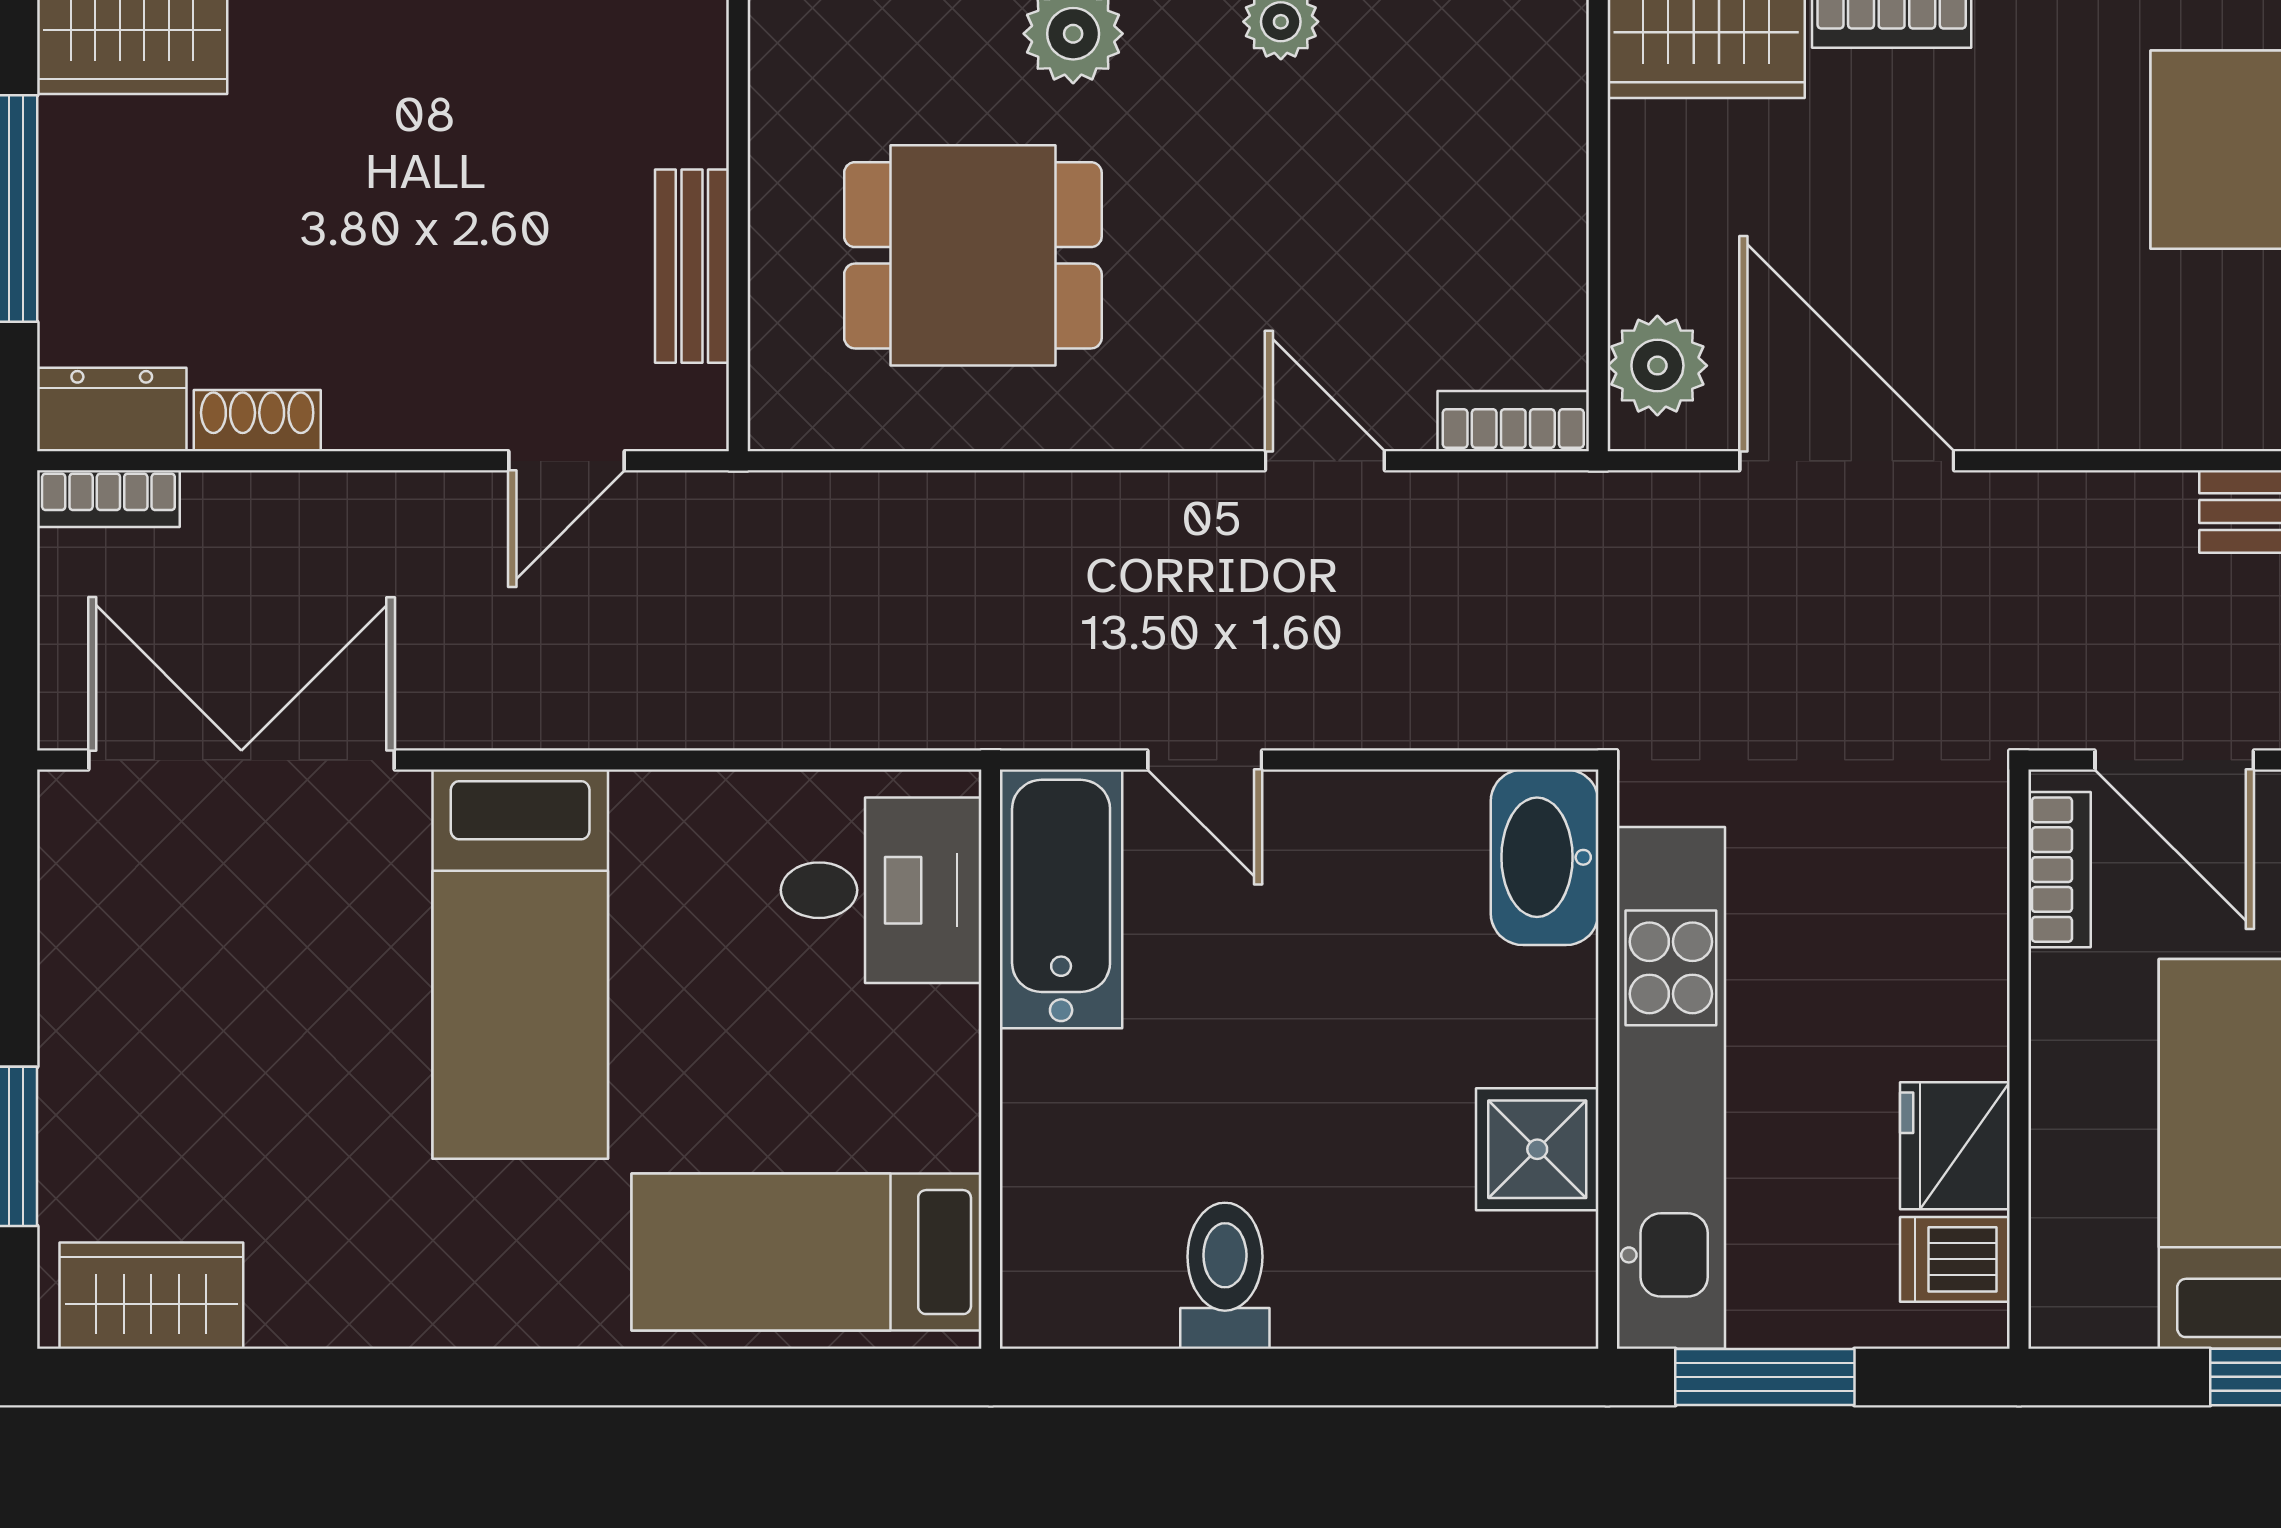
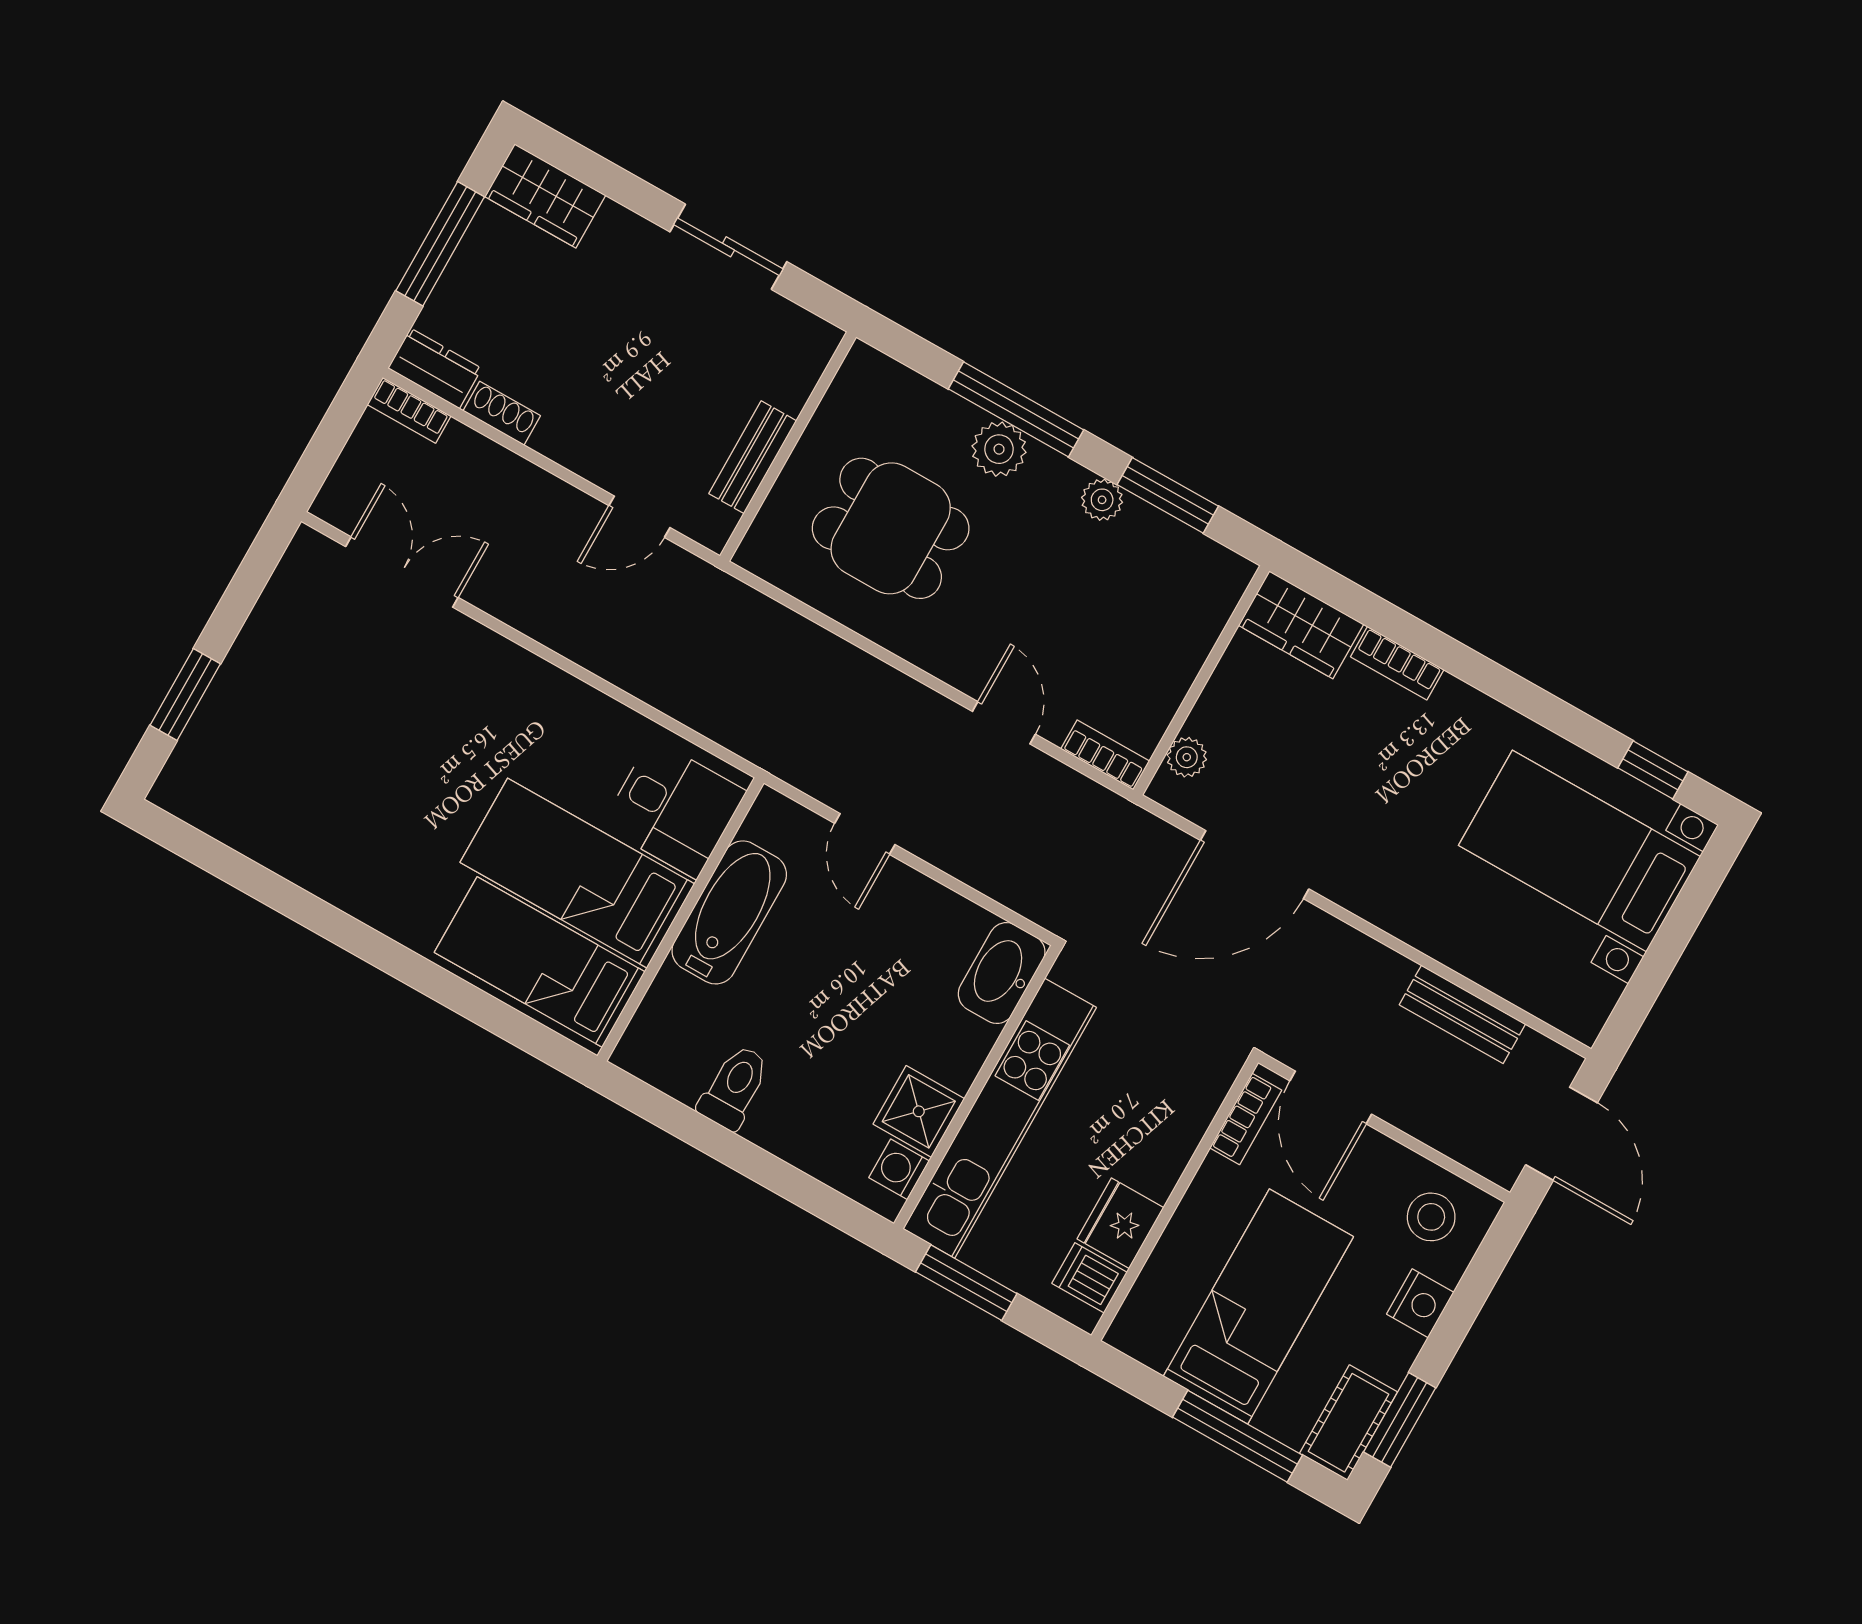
plant: (1657, 366) -> (1187, 757), width x0.73, depth x0.73
door: (1847, 461) -> (1255, 865), swing flipped
double door: (241, 760) -> (402, 572), width x0.73
bathtub: (1061, 899) -> (729, 912), moved
bed: (520, 964) -> (577, 873), moved, turned 90
washing machine: (1558, 1258) -> (899, 1169), added
wardrobe: (151, 1296) -> (213, 805), removed

